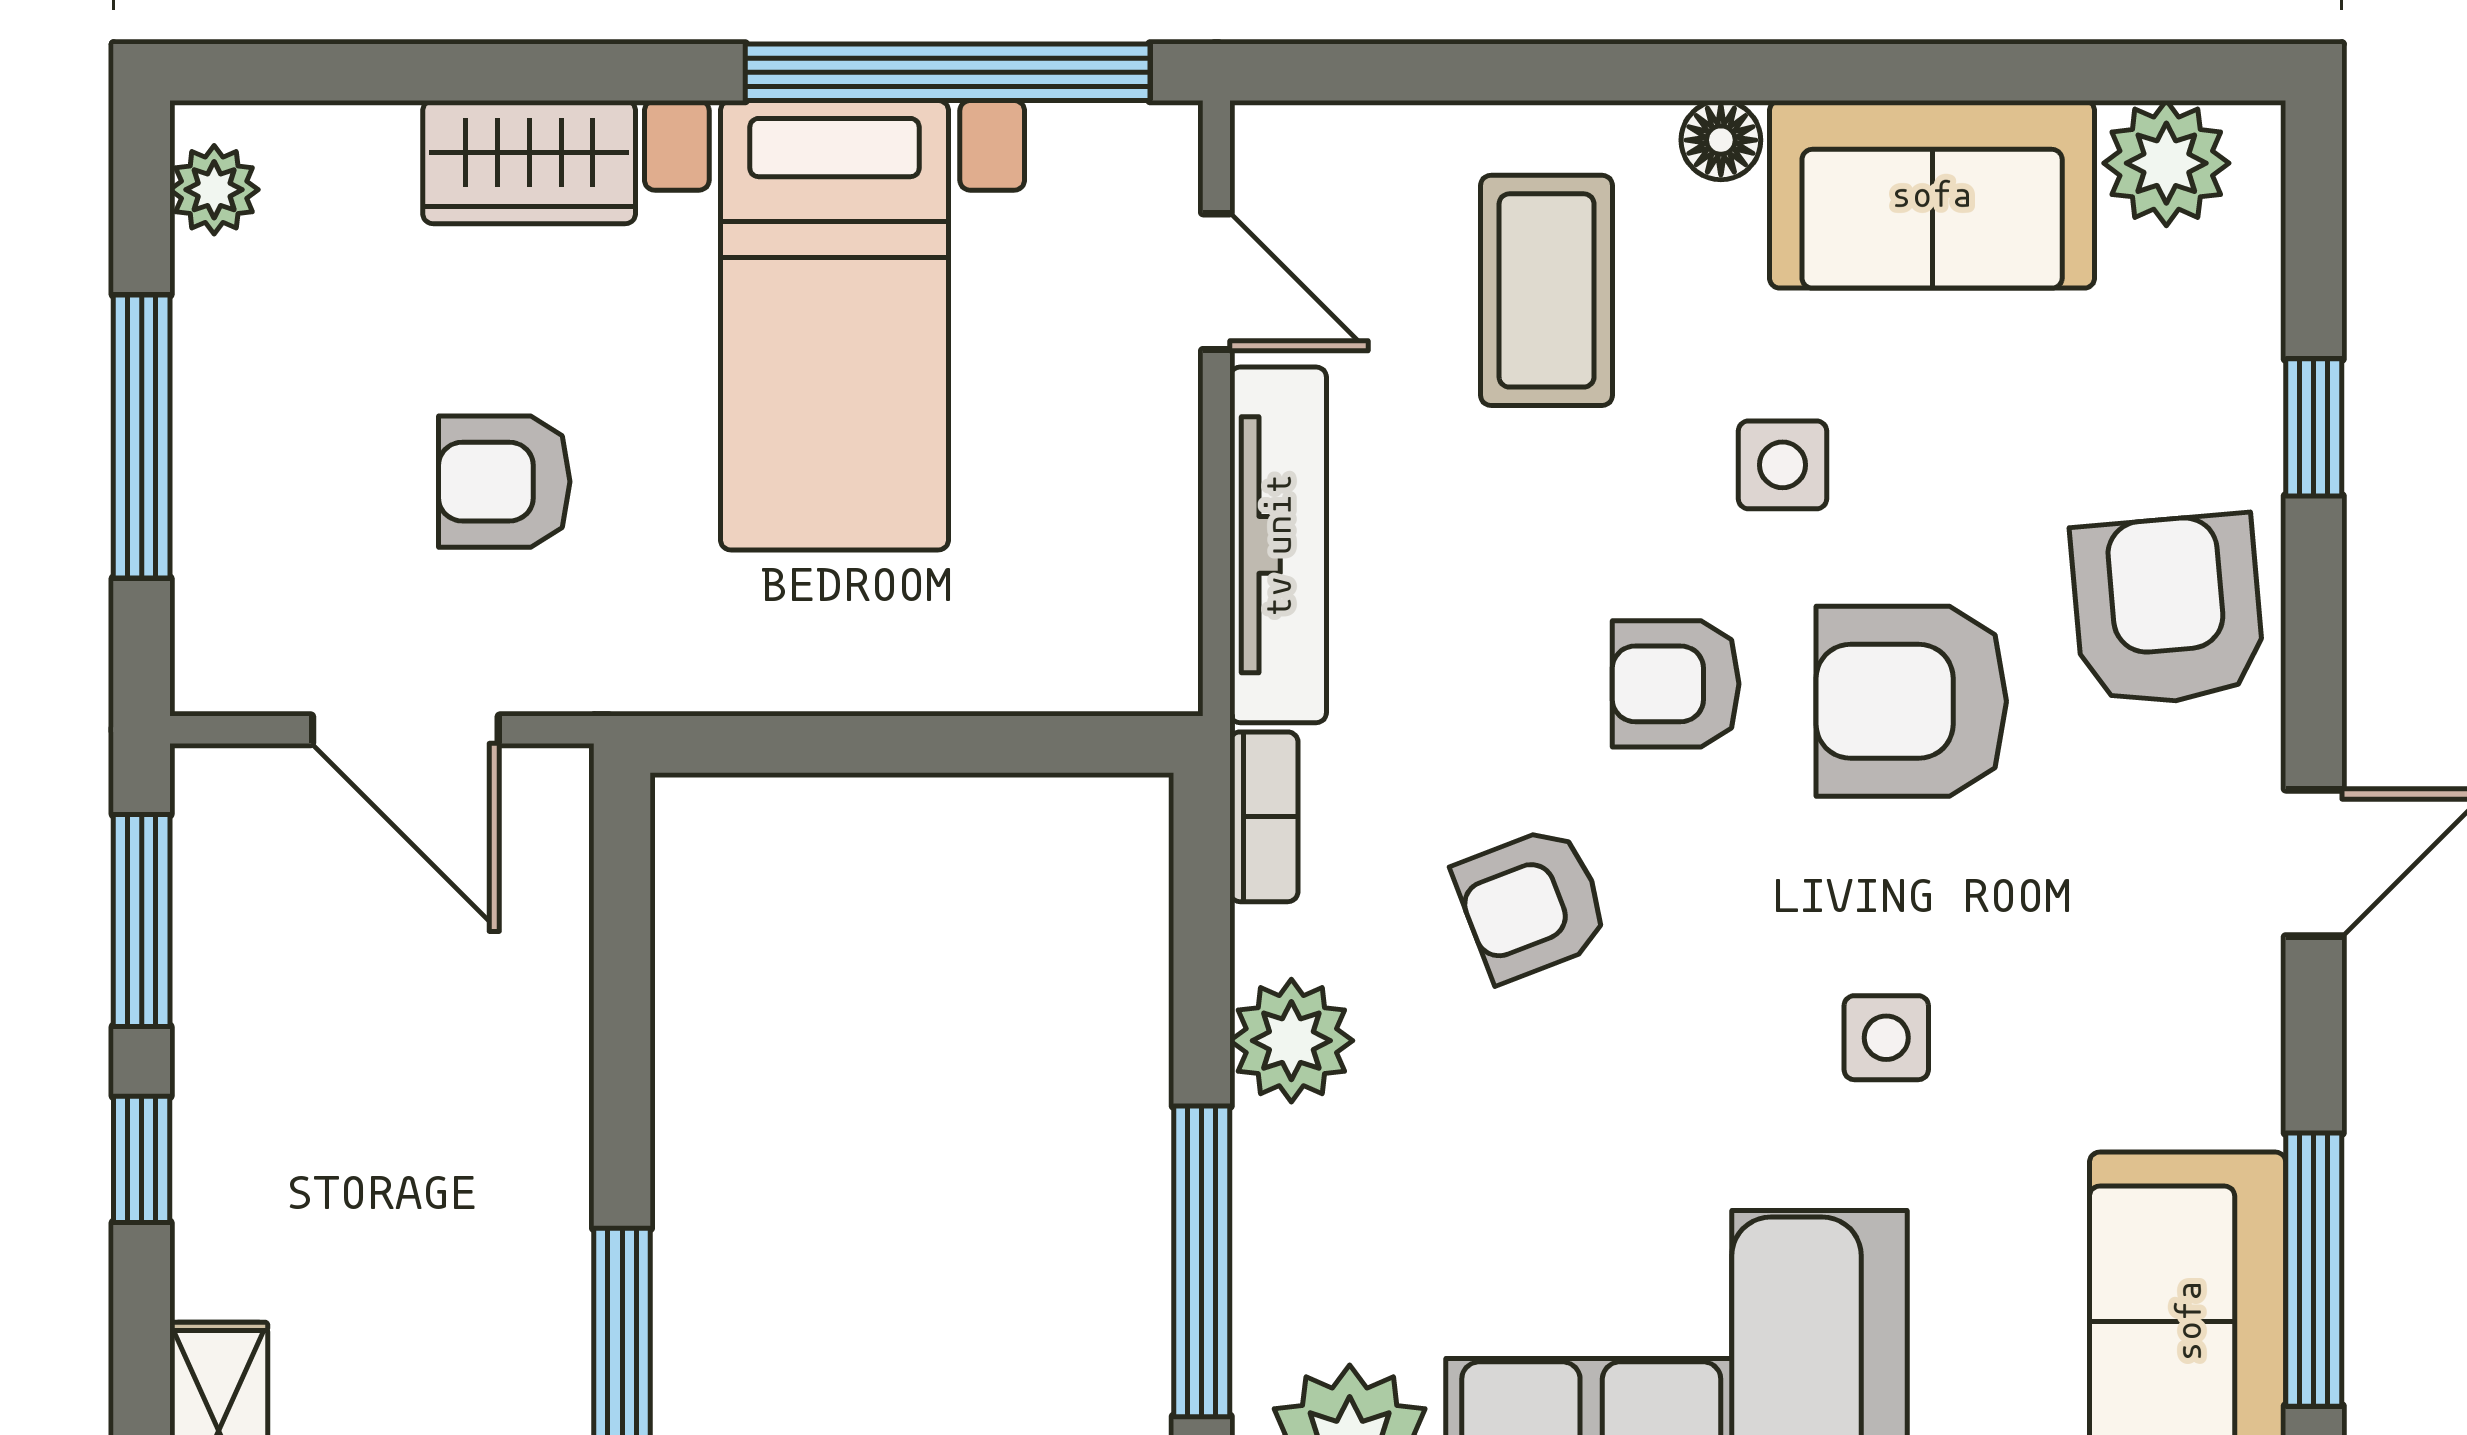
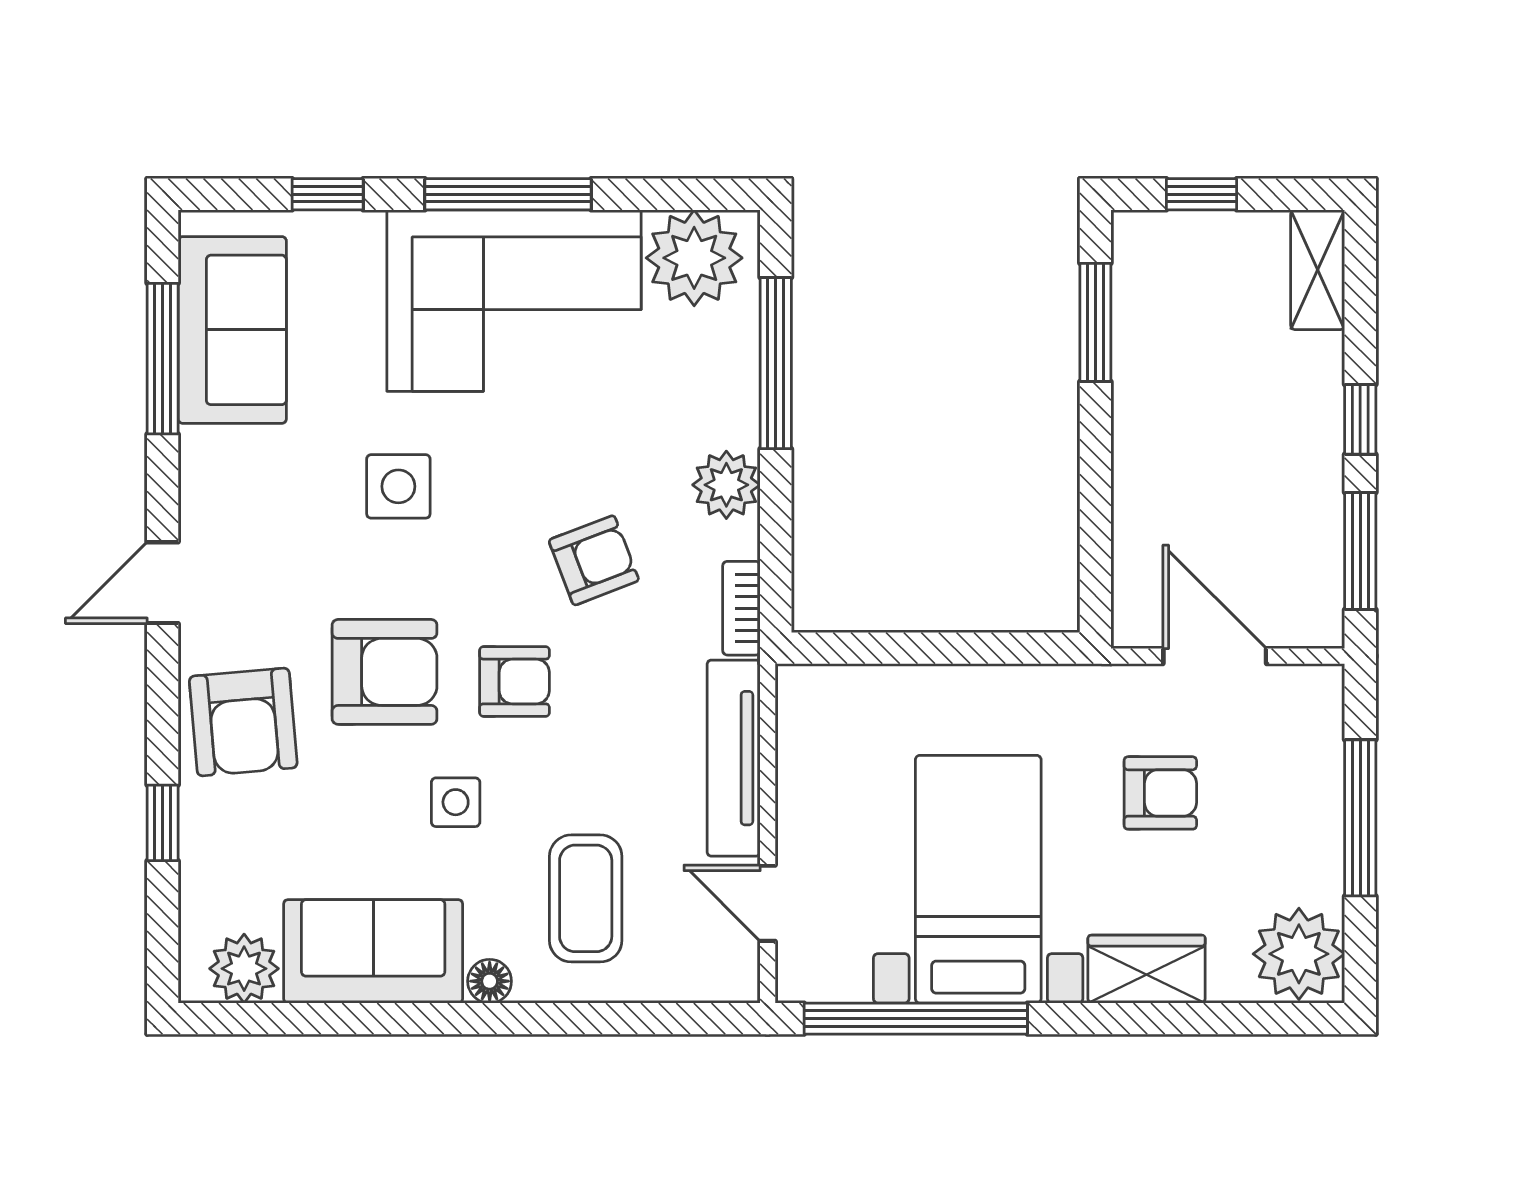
plant: (214, 190) -> (1299, 954), width x1.87, depth x1.87
side table: (1886, 1038) -> (398, 486), width x1.37, depth x1.37

